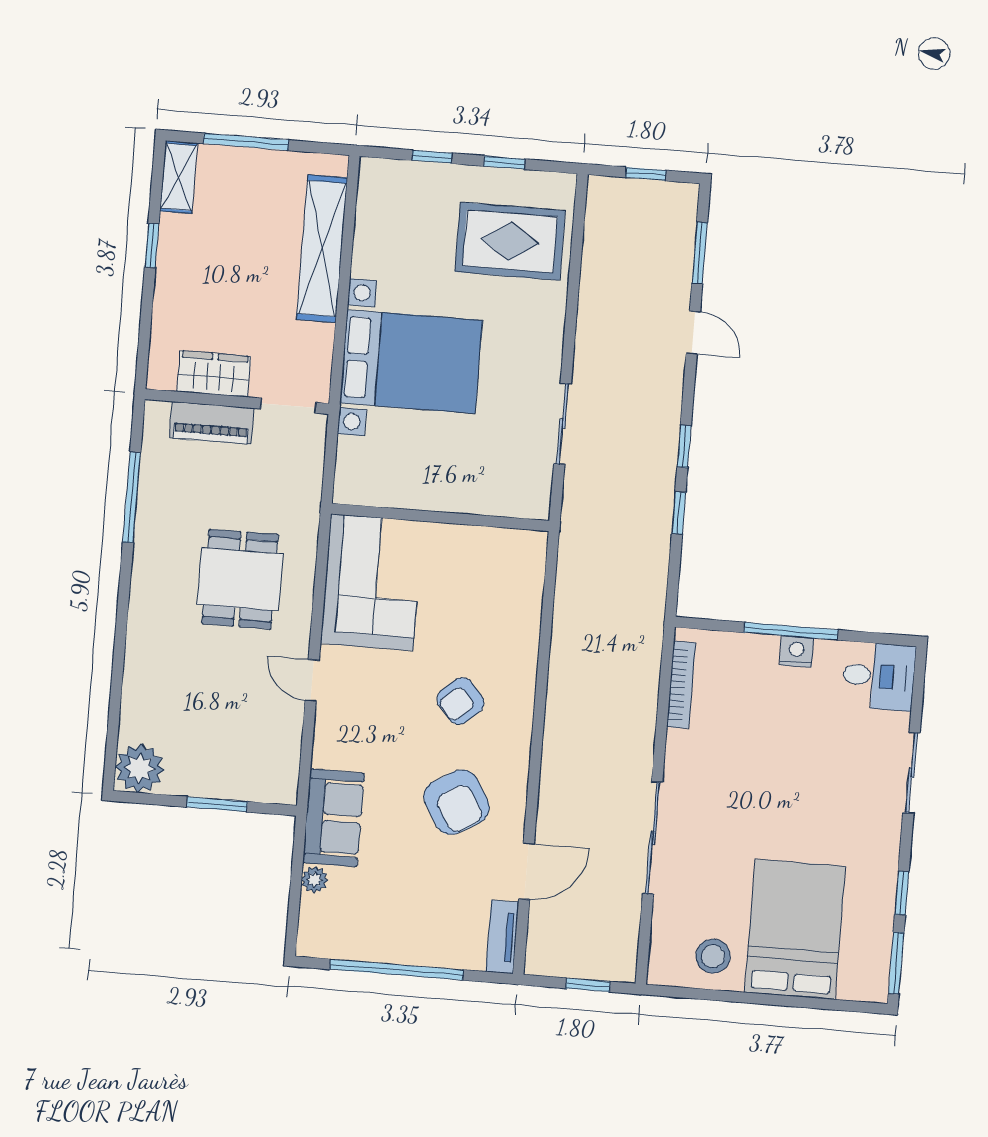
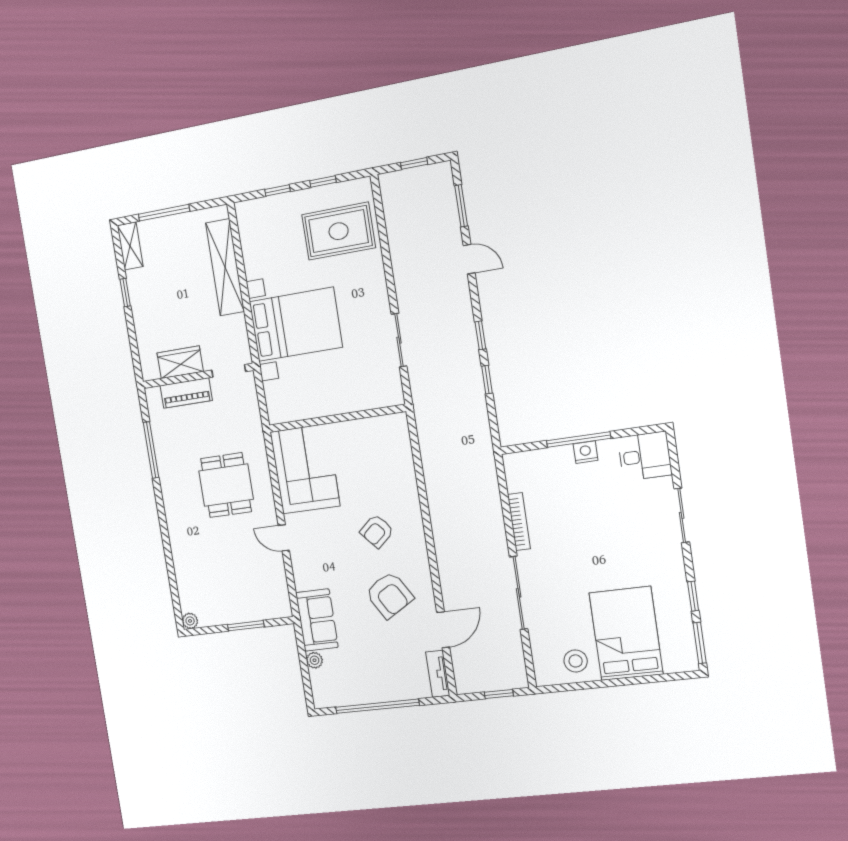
bookcase: (681, 685) -> (519, 522), moved
plant: (140, 768) -> (190, 621), width x0.53, depth x0.53

